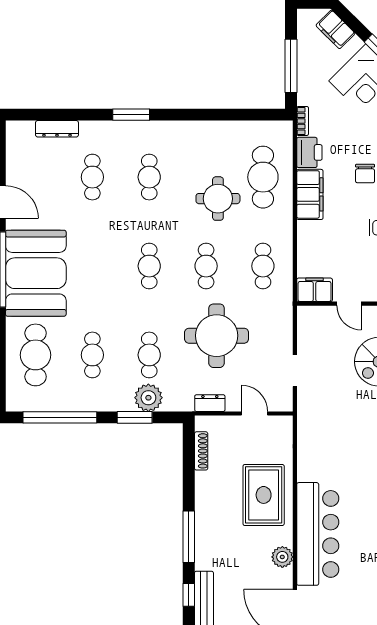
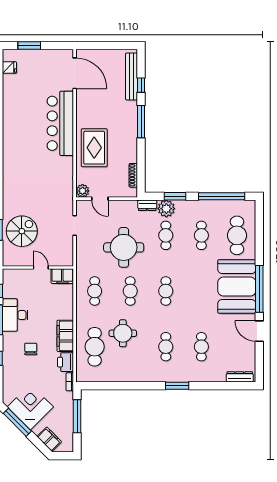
dresser: (57, 129) -> (240, 377), moved
dresser: (210, 403) -> (147, 205), moved
plant: (282, 557) -> (83, 191), moved

